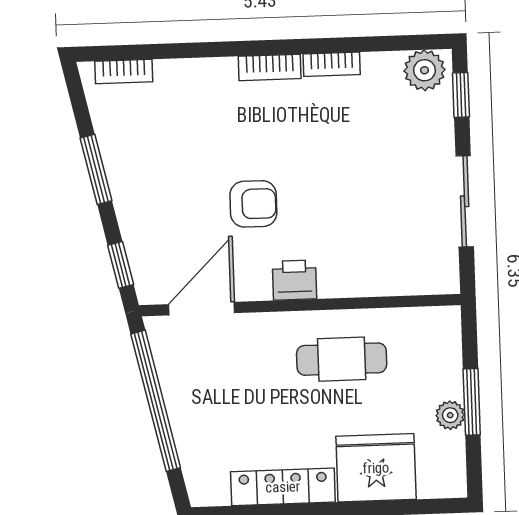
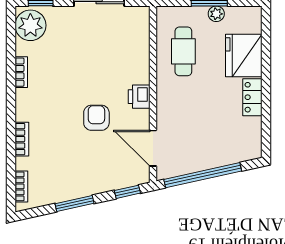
bookcase: (270, 67) -> (22, 139), moved
plant: (425, 70) -> (30, 25), width x1.36, depth x1.36
cafe table: (342, 359) -> (183, 51), moved
locker: (283, 487) -> (252, 97), width x0.66

